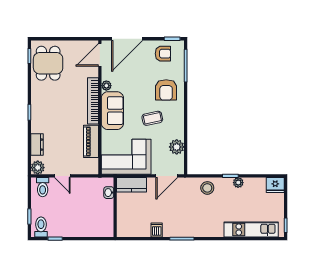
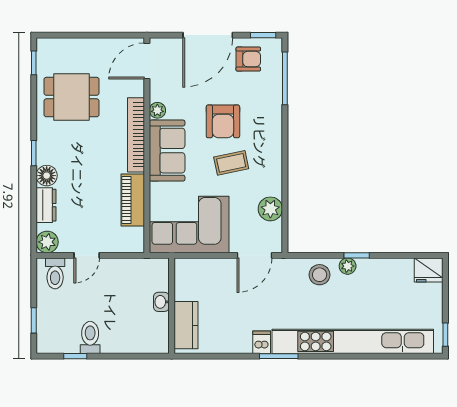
door: (127, 39) -> (208, 35), moved
dining table: (48, 63) -> (71, 97), moved, turned 90
armchair: (166, 90) -> (223, 121), moved
floor lamp: (37, 126) -> (47, 176), added
door: (62, 176) -> (87, 255), hinge flipped
plant: (238, 183) -> (348, 266), moved
kitchen counter: (131, 185) -> (186, 325), moved, turned -90
washbasin: (109, 193) -> (161, 302), moved
toilet: (41, 227) -> (90, 337), moved
dishwasher: (157, 230) -> (262, 342), moved
kitchen unit: (251, 230) -> (353, 341), width x1.86

